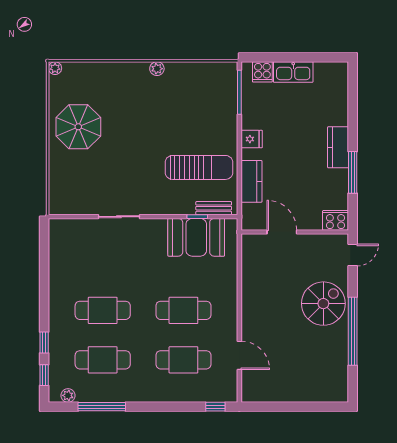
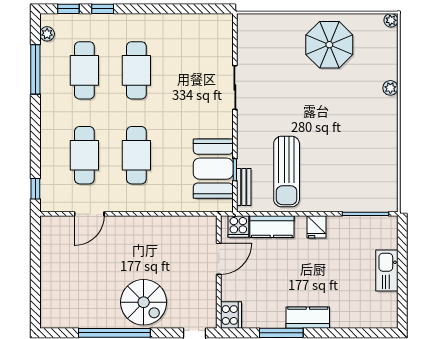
plant: (157, 69) -> (390, 88), moved
cooker: (262, 72) -> (238, 227), moved, turned -90

